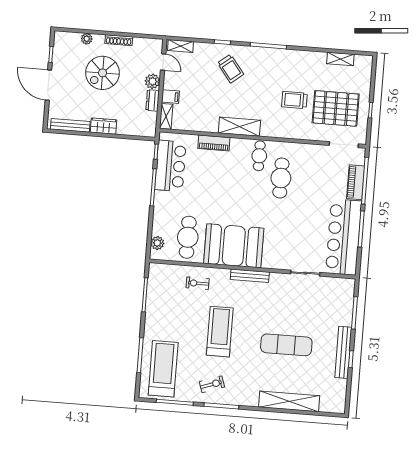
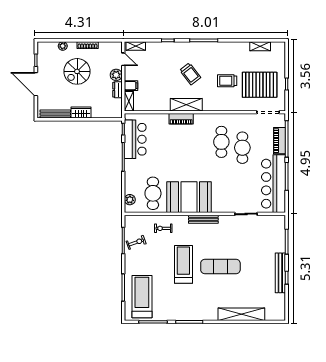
trolley: (231, 69) -> (190, 74), moved
piano: (214, 143) -> (181, 119), moved
cafe table: (259, 156) -> (242, 148), moved, width x1.37, depth x1.35
exercise mat: (286, 345) -> (220, 266), moved
exercise bike: (212, 384) -> (136, 242), moved

